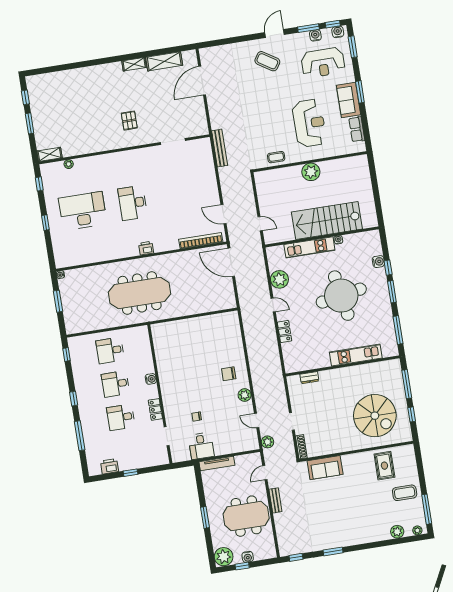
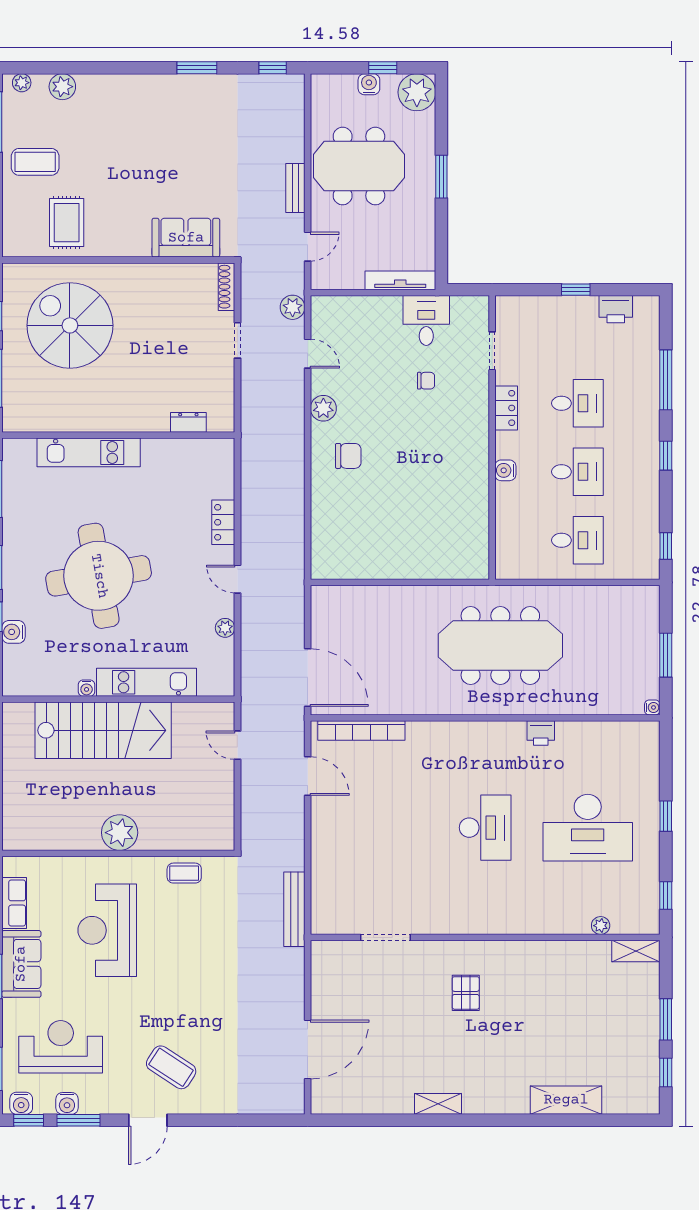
shelving: (164, 61) -> (566, 1100), moved
printer: (146, 248) -> (541, 733), moved
plant: (279, 279) -> (225, 628), width x0.53, depth x0.53

